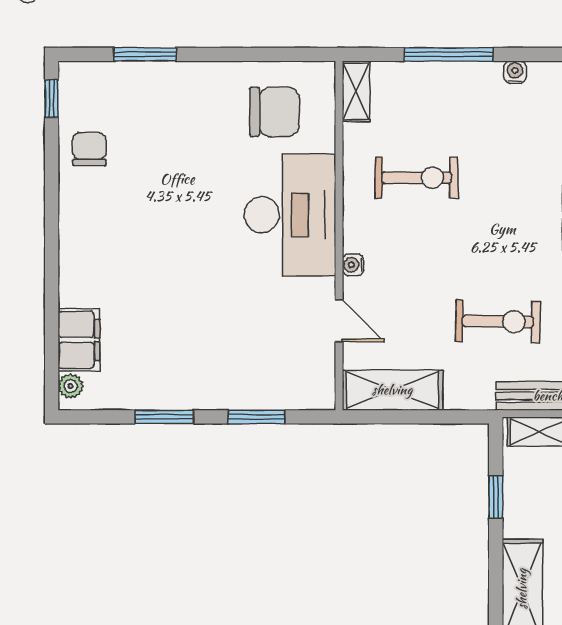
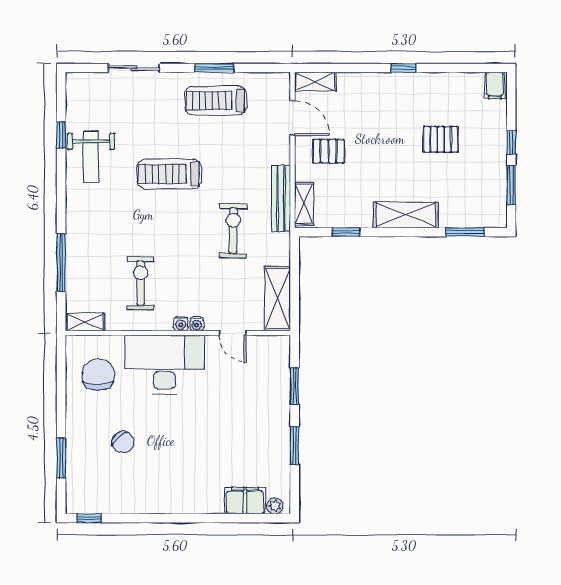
water cooler: (515, 72) -> (181, 324), moved, turned -90
chair: (89, 149) -> (123, 442), moved, turned -130
door: (339, 321) -> (233, 333), swing flipped

